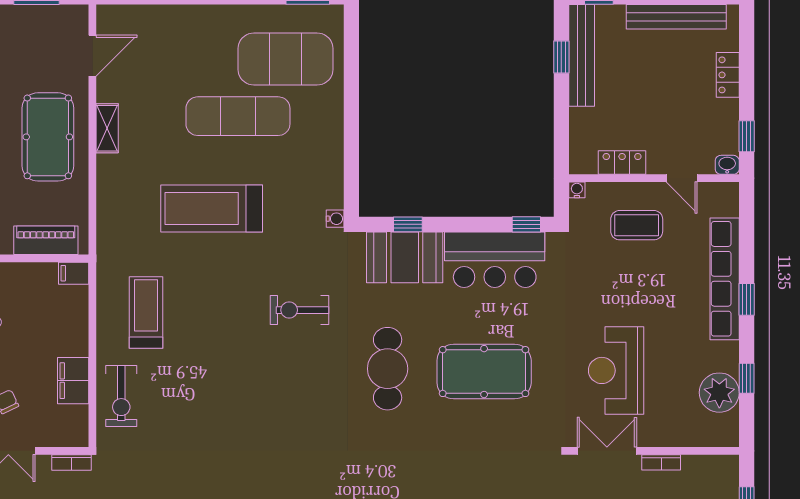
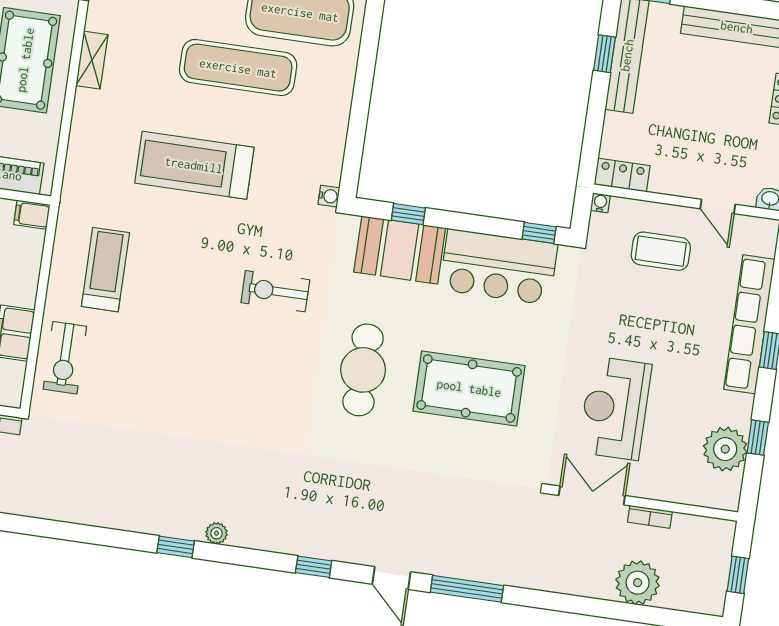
locker: (622, 162) -> (622, 175), moved

